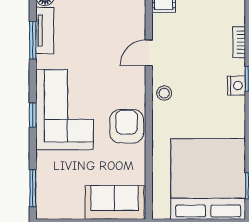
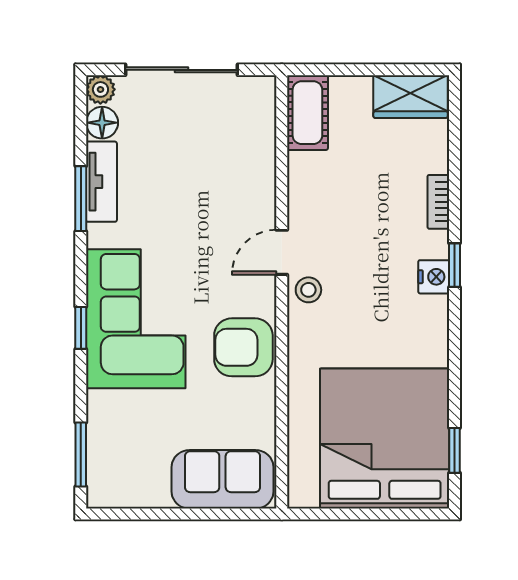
door: (149, 53) -> (282, 252), moved
armchair: (127, 126) -> (243, 347), turned -90

